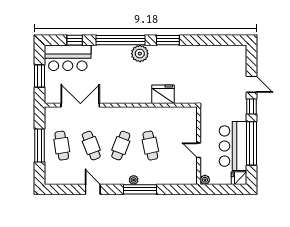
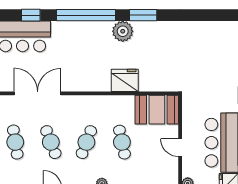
plant: (140, 54) -> (123, 31), moved
fridge: (163, 94) -> (125, 80), moved
booth: (179, 119) -> (157, 110), added

